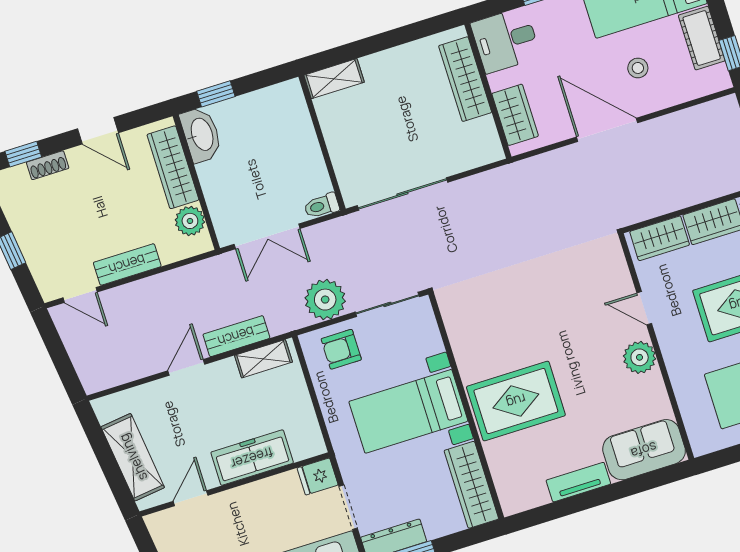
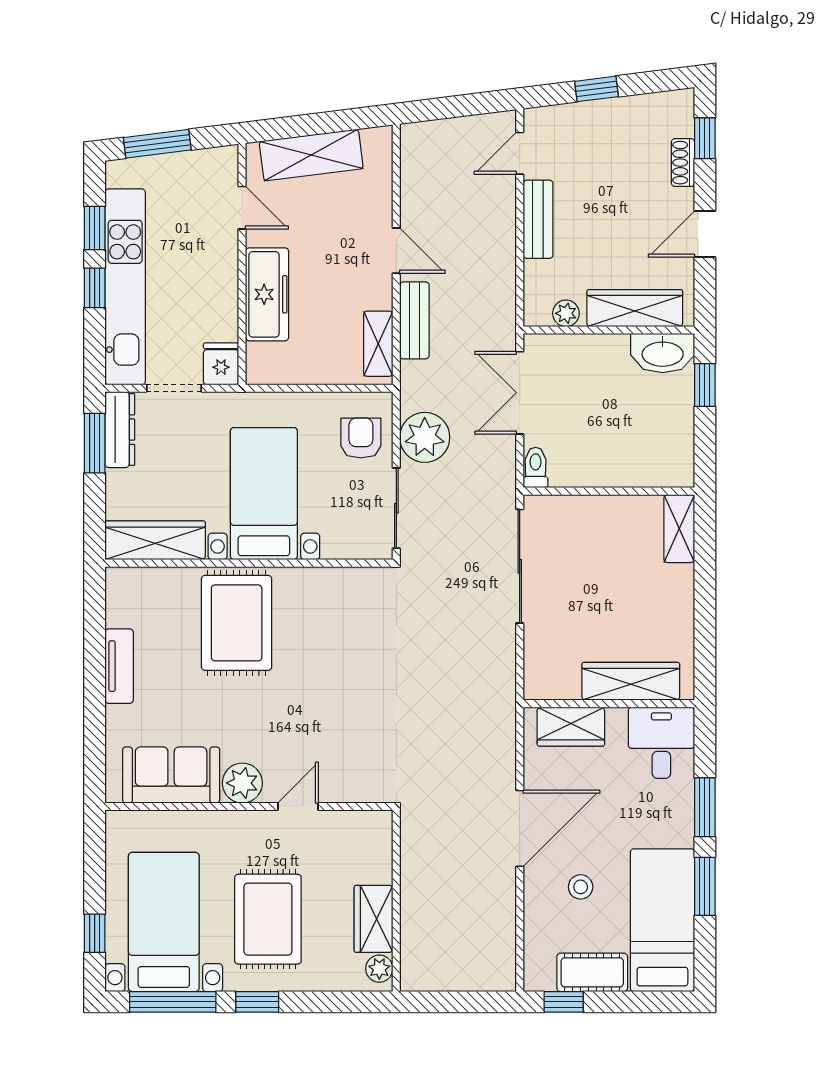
plant: (190, 221) -> (566, 313), width x0.73, depth x0.73
wardrobe: (660, 238) -> (374, 850), removed
sofa: (644, 450) -> (171, 775), moved, turned -90

